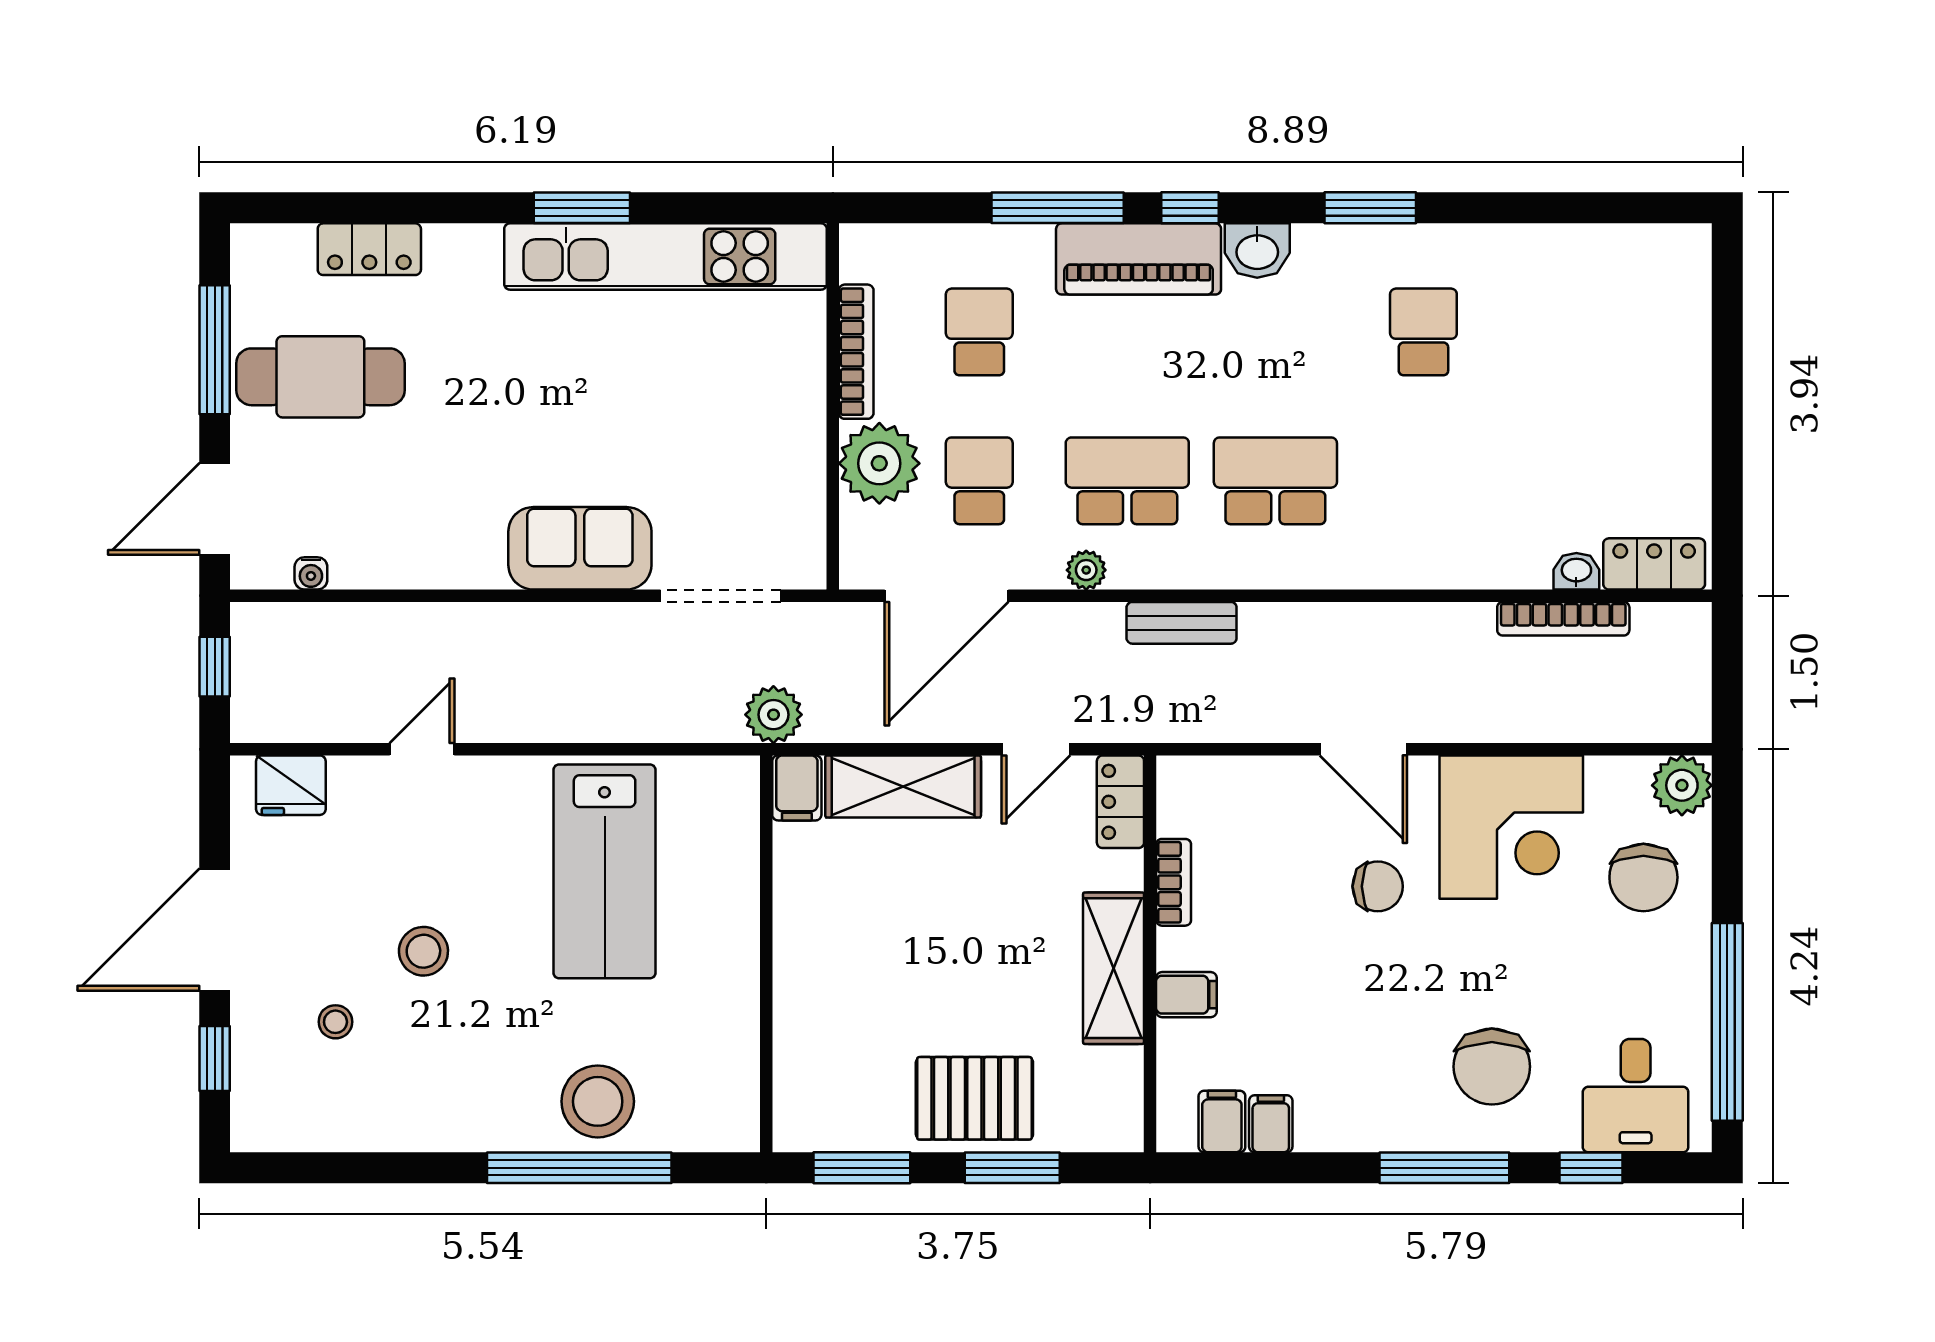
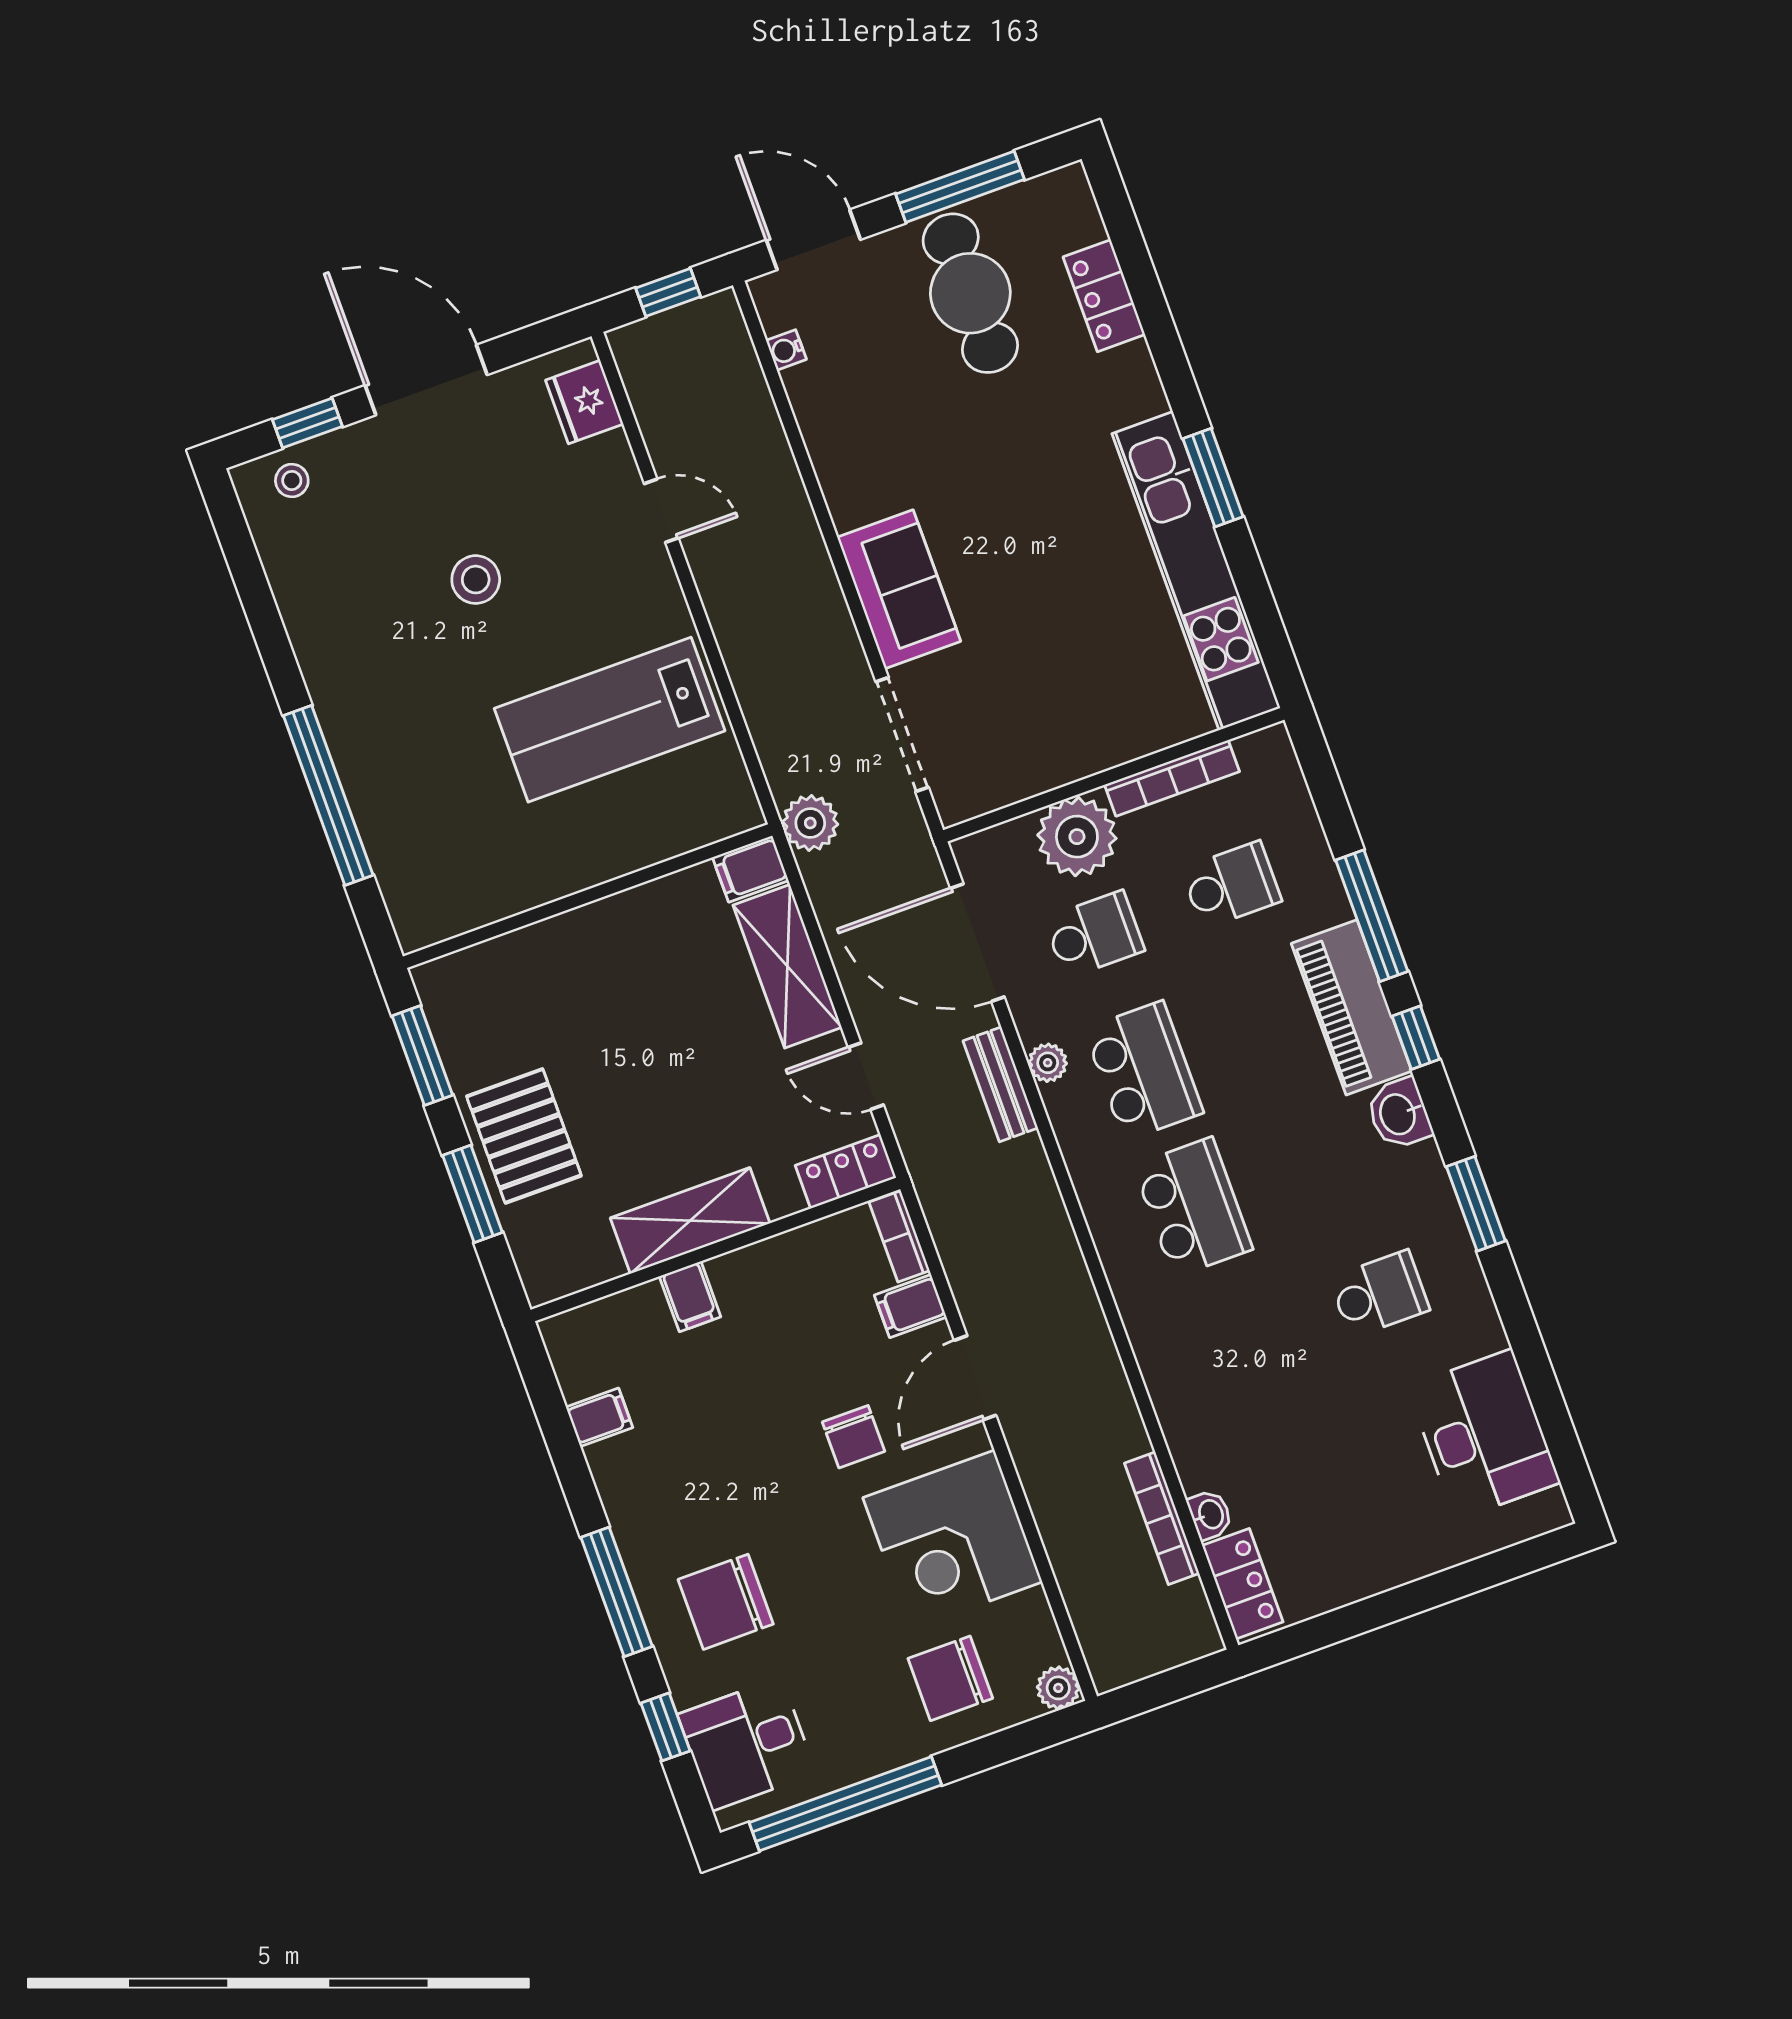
desk: (1595, 281) -> (1484, 1434), added
bench: (1182, 623) -> (1000, 1084), moved
plant: (1682, 785) -> (1058, 1688), width x0.73, depth x0.73
bookcase: (1174, 882) -> (899, 1236), moved, turned 90
stool: (335, 1022) -> (292, 480), moved
stool: (598, 1101) -> (395, 790), removed
filing cabinet: (1222, 1121) -> (910, 1306), moved, turned 180

